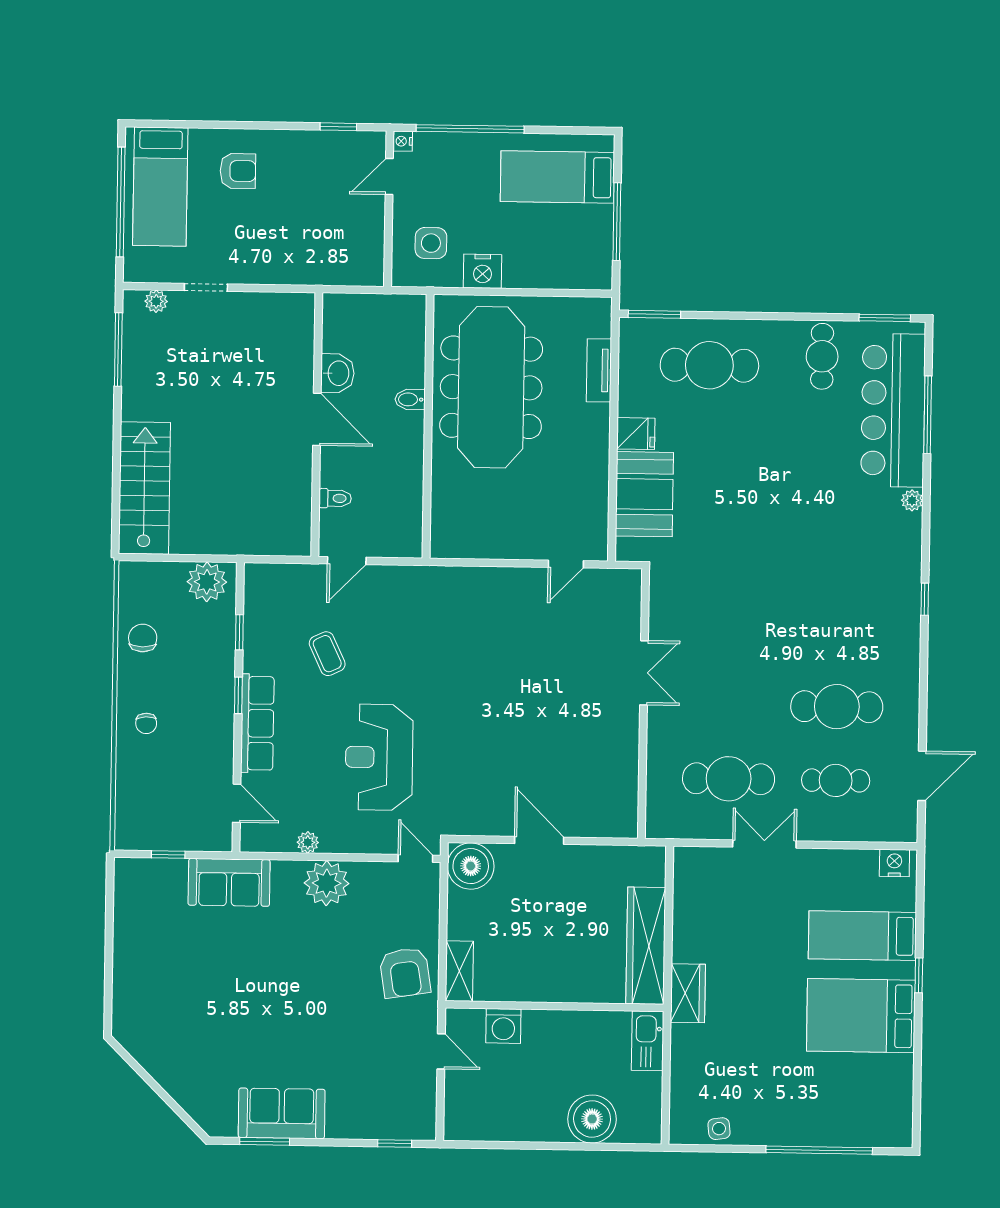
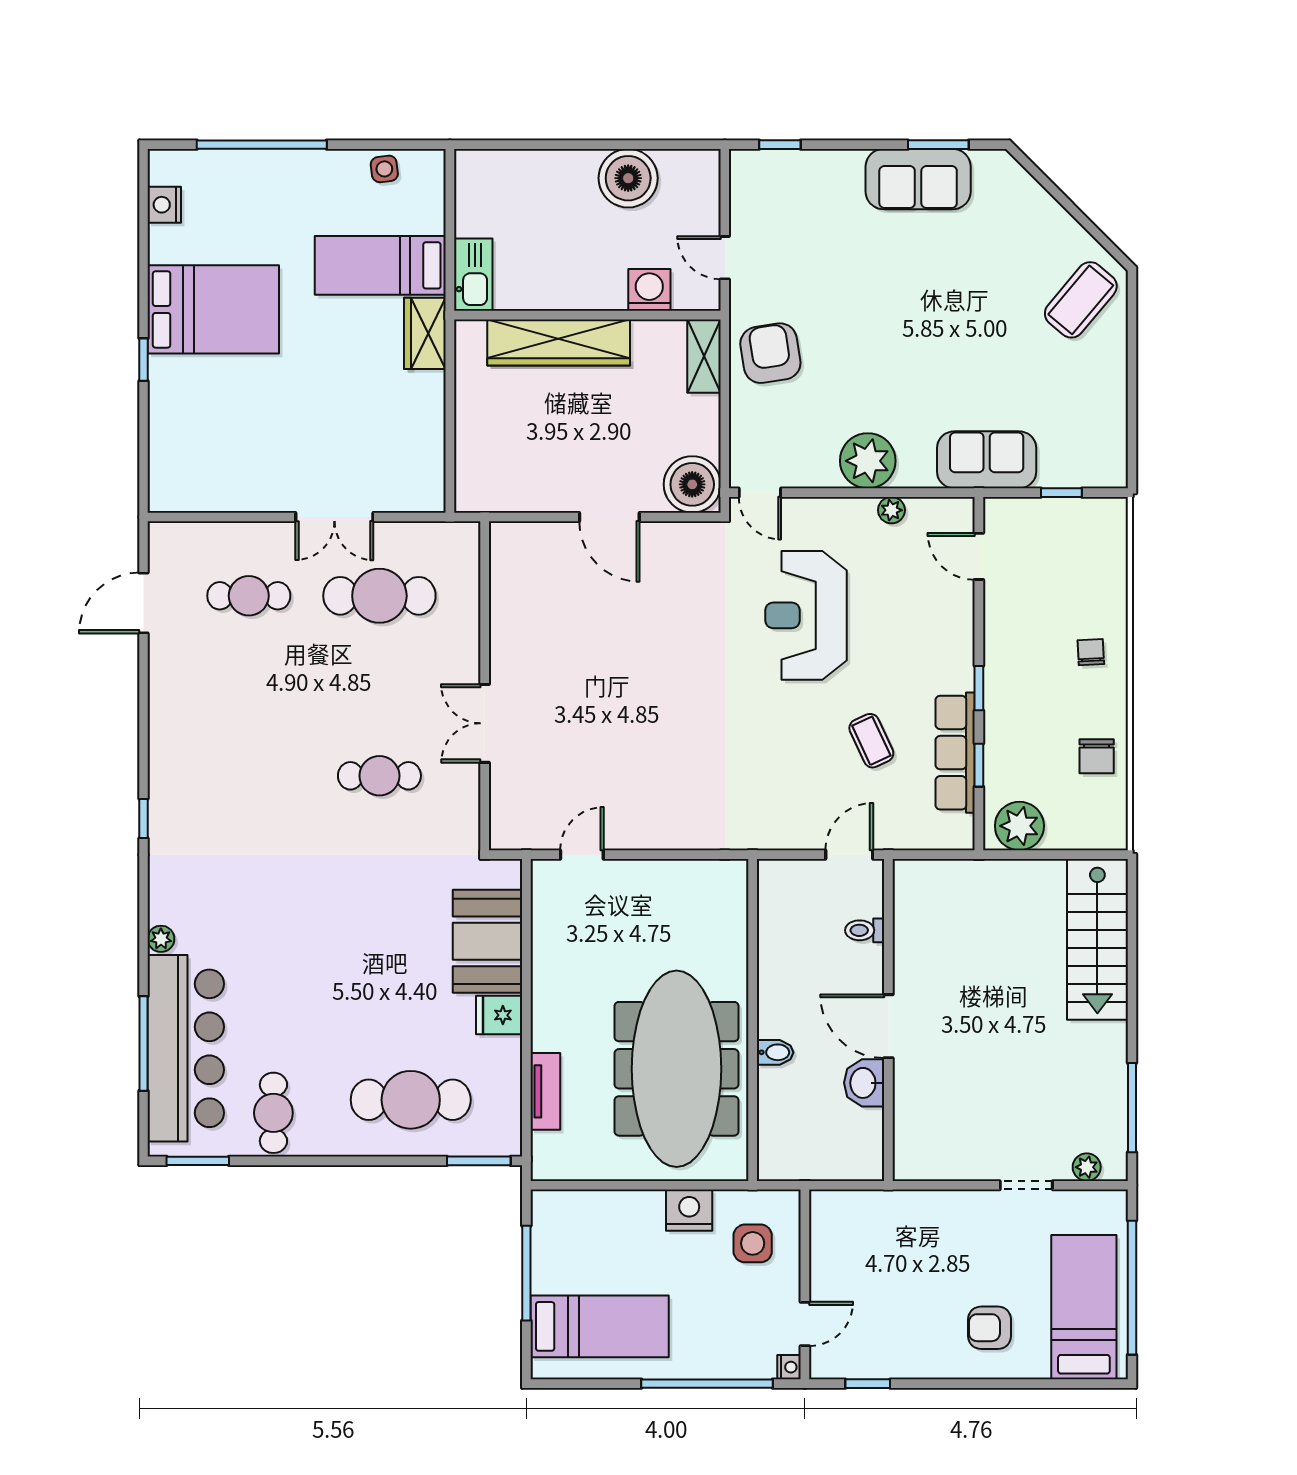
cafe table: (837, 707) -> (379, 776), moved, width x0.73, depth x0.74
row of seats: (257, 723) -> (955, 753), moved
reception desk: (379, 757) -> (806, 615), turned 180
nightstand: (894, 863) -> (164, 205), moved, turned 90
bed: (862, 936) -> (380, 265), moved, turned 180
wardrobe: (646, 946) -> (559, 342), moved, turned 90
coffee table: (150, 1012) -> (1081, 300), added
boiler: (592, 1119) -> (628, 178), moved

